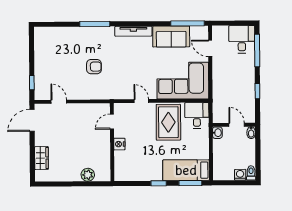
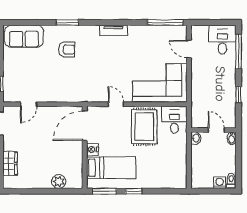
window: (95, 24) -> (67, 22), width x0.69
tv unit: (133, 31) -> (114, 30), width x0.71
sofa: (171, 37) -> (24, 36), moved
armchair: (94, 67) -> (67, 50), moved
door: (59, 102) -> (29, 104), swing flipped
door: (112, 122) -> (85, 126), width x1.87
bed: (186, 170) -> (111, 168), moved, turned 180
window: (190, 183) -> (105, 191), moved

